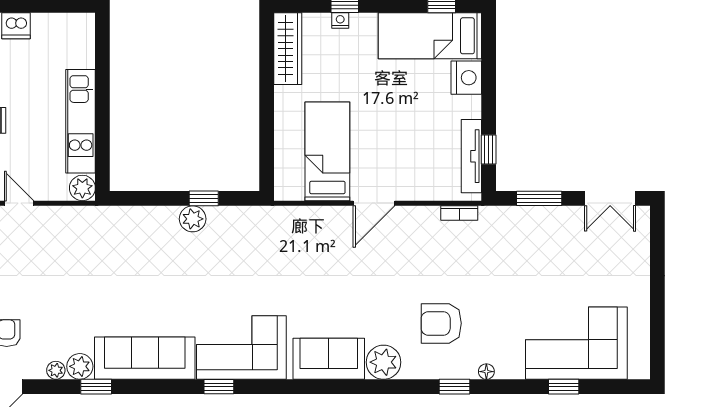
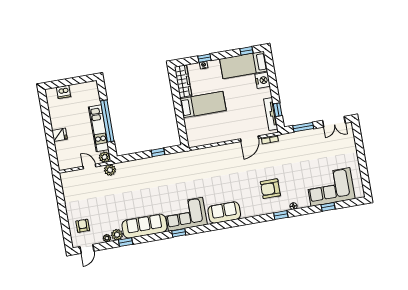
window: (102, 108) -> (107, 121), added
bed: (327, 151) -> (203, 105), moved, turned 90
door: (19, 203) -> (89, 167), moved
door: (374, 203) -> (250, 139), moved
plant: (193, 219) -> (110, 170), moved
plant: (384, 362) -> (248, 210), removed

